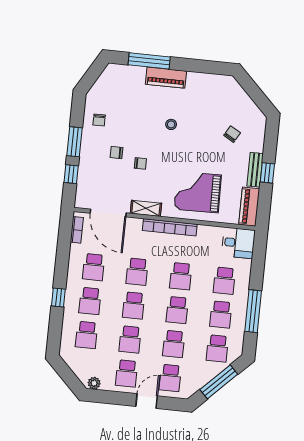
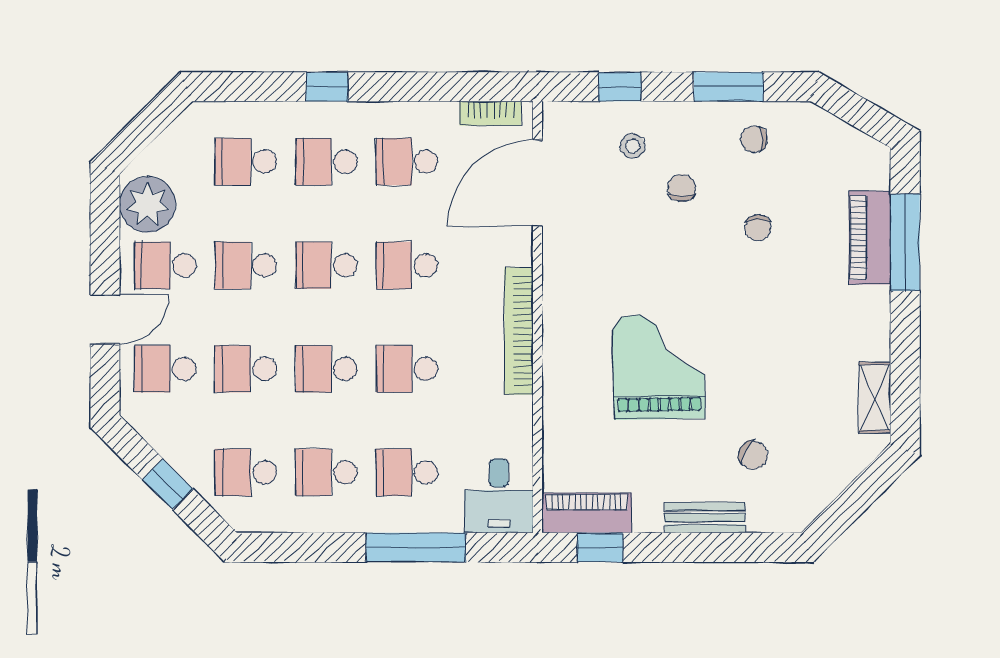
piano: (166, 78) -> (870, 238), moved
stool: (171, 124) -> (633, 146), moved
window: (75, 142) -> (728, 87), moved
chair: (140, 163) -> (758, 228), moved
bench: (255, 170) -> (705, 518), moved
window: (267, 173) -> (600, 547), moved
grand piano: (198, 192) -> (659, 367), moved
shelving: (146, 208) -> (875, 398), moved
window: (253, 311) -> (416, 547), moved
window: (219, 382) -> (168, 484), width x0.46
plant: (94, 383) -> (147, 204), width x1.88, depth x1.88
door: (147, 401) -> (105, 319), hinge flipped

